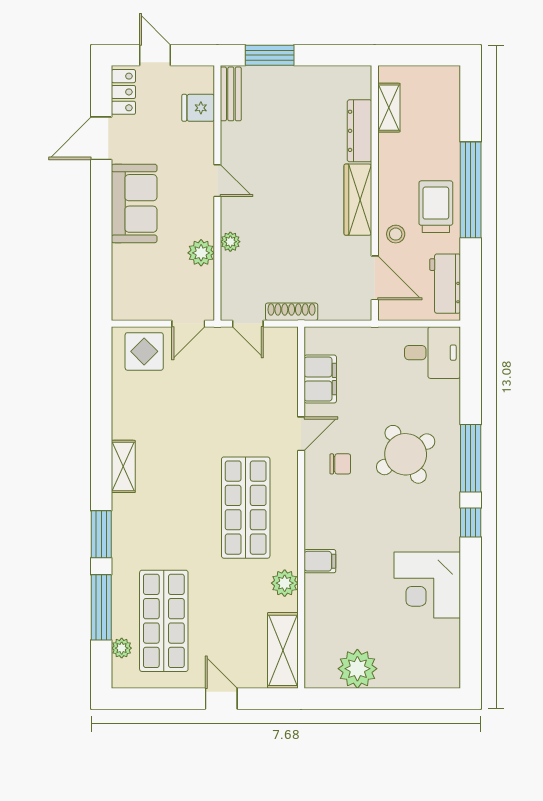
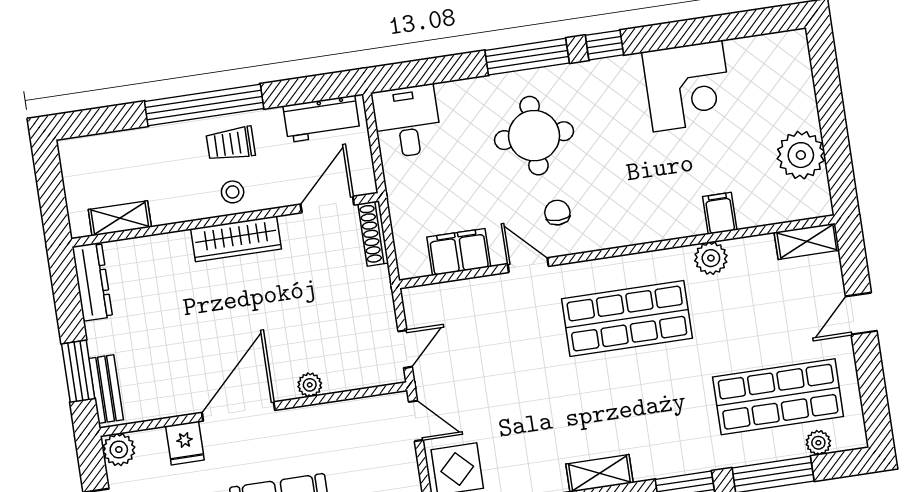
bench: (231, 94) -> (106, 389), moved, turned 90
fridge: (198, 108) -> (185, 443), moved
dresser: (360, 131) -> (92, 282), moved, turned -90
door: (217, 181) -> (238, 411), width x1.88
trolley: (436, 207) -> (231, 144), width x0.73, depth x0.72
stool: (396, 234) -> (233, 192), moved
plant: (201, 253) -> (119, 449), moved
shoe rack: (292, 312) -> (373, 233), moved
round table: (406, 454) -> (534, 136), turned 31
filing cabinet: (320, 561) -> (720, 213), moved
shelving: (283, 650) -> (807, 241), width x0.67, depth x0.75

